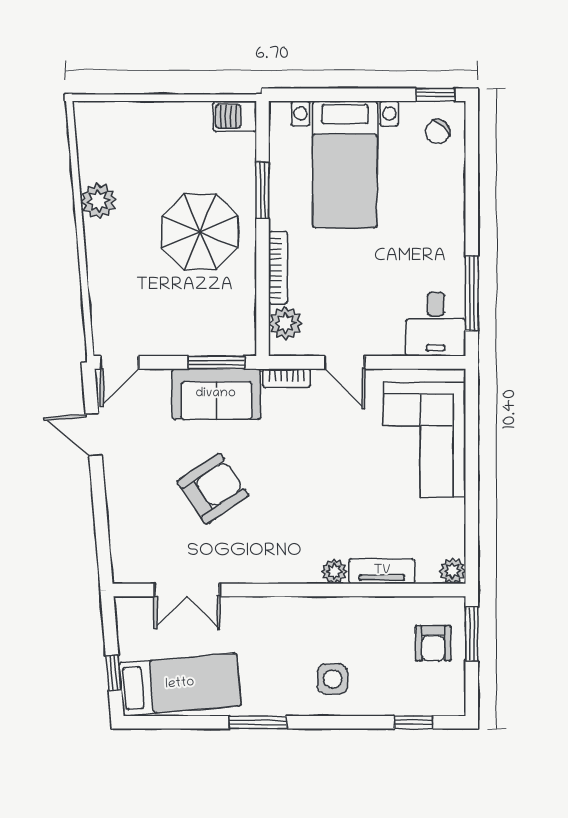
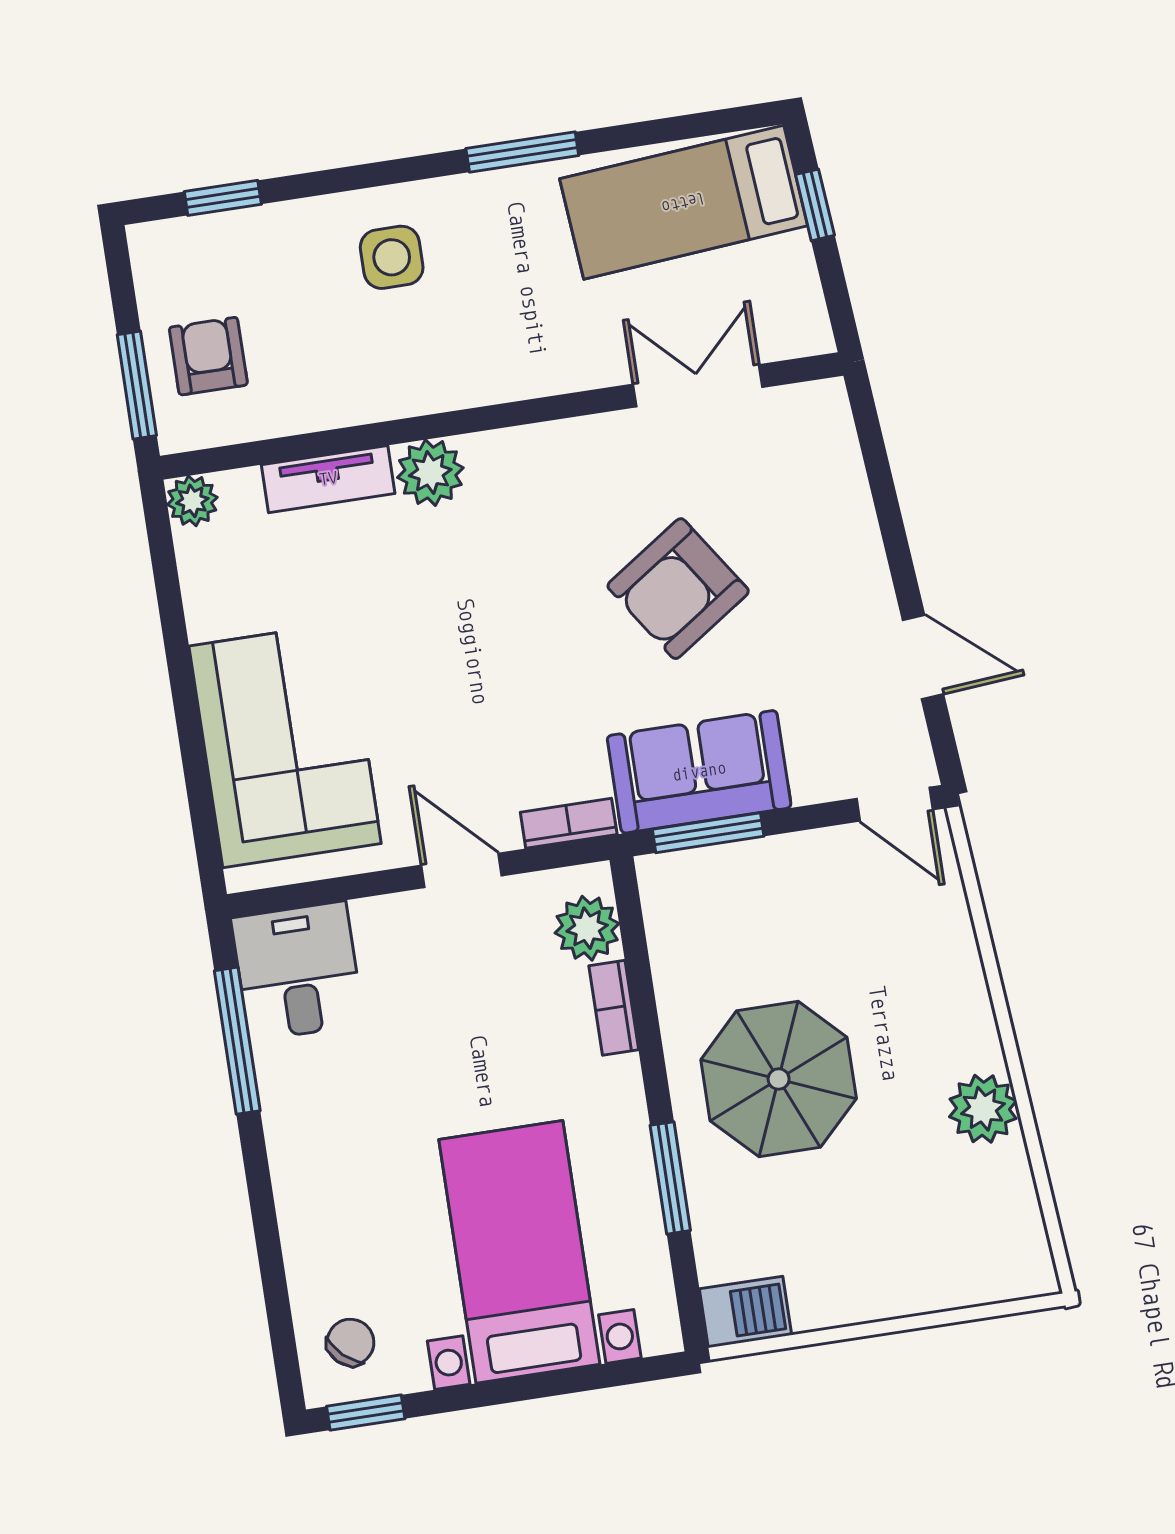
bookcase: (278, 268) -> (614, 1008), width x0.64
door: (120, 362) -> (895, 804), swing flipped
plant: (334, 571) -> (430, 473), width x1.38, depth x1.38

